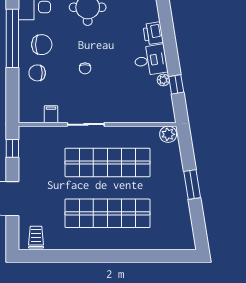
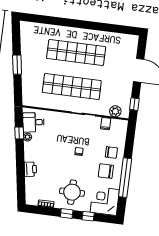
desk: (151, 60) -> (33, 122), moved
plant: (168, 134) -> (115, 111), moved
trolley: (36, 237) -> (126, 43), removed

